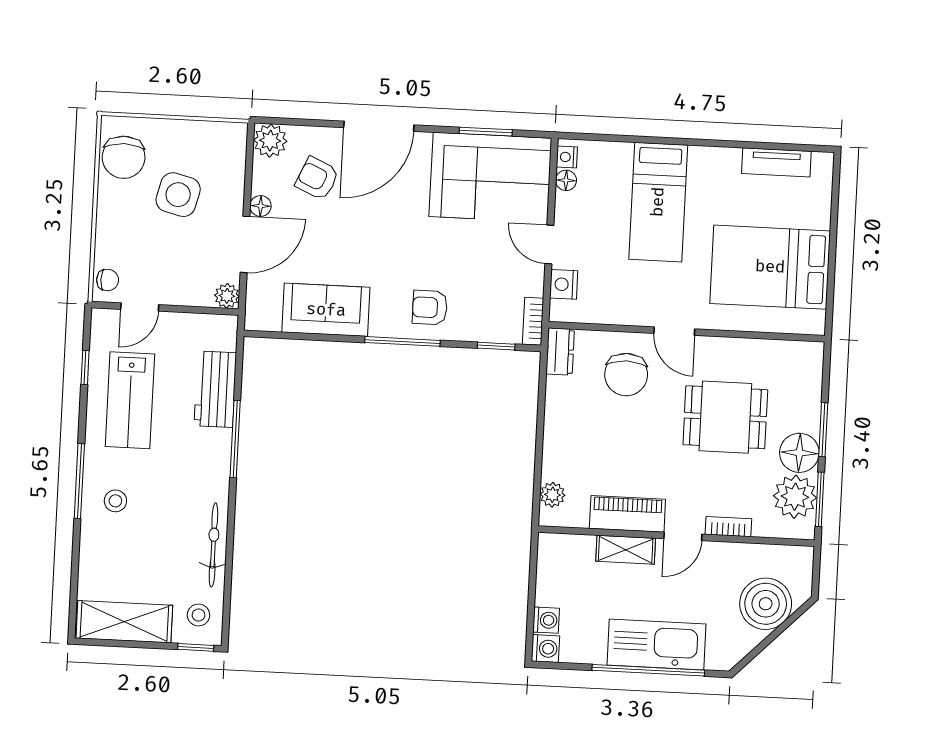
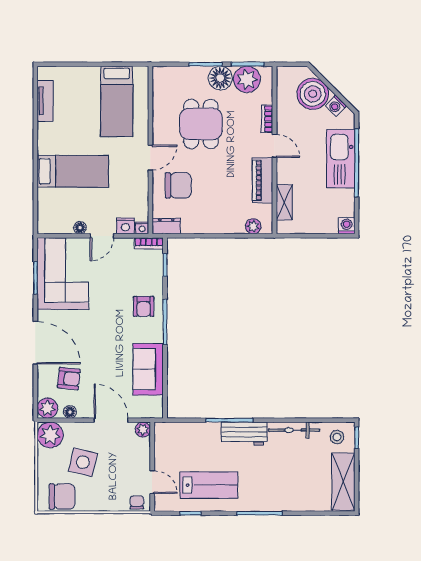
plant: (226, 143) -> (50, 435), added
nightstand: (567, 157) -> (142, 228), moved
armchair: (317, 178) -> (69, 379), turned -108
floor lamp: (566, 180) -> (80, 228), moved
floor lamp: (261, 206) -> (70, 412), moved
bed: (770, 267) -> (117, 101), width x0.67
workbench: (215, 389) -> (244, 434), moved
stool: (115, 501) -> (270, 491), removed
shelving: (626, 550) -> (284, 202), moved
washing machine: (546, 620) -> (336, 106), moved, turned -135

